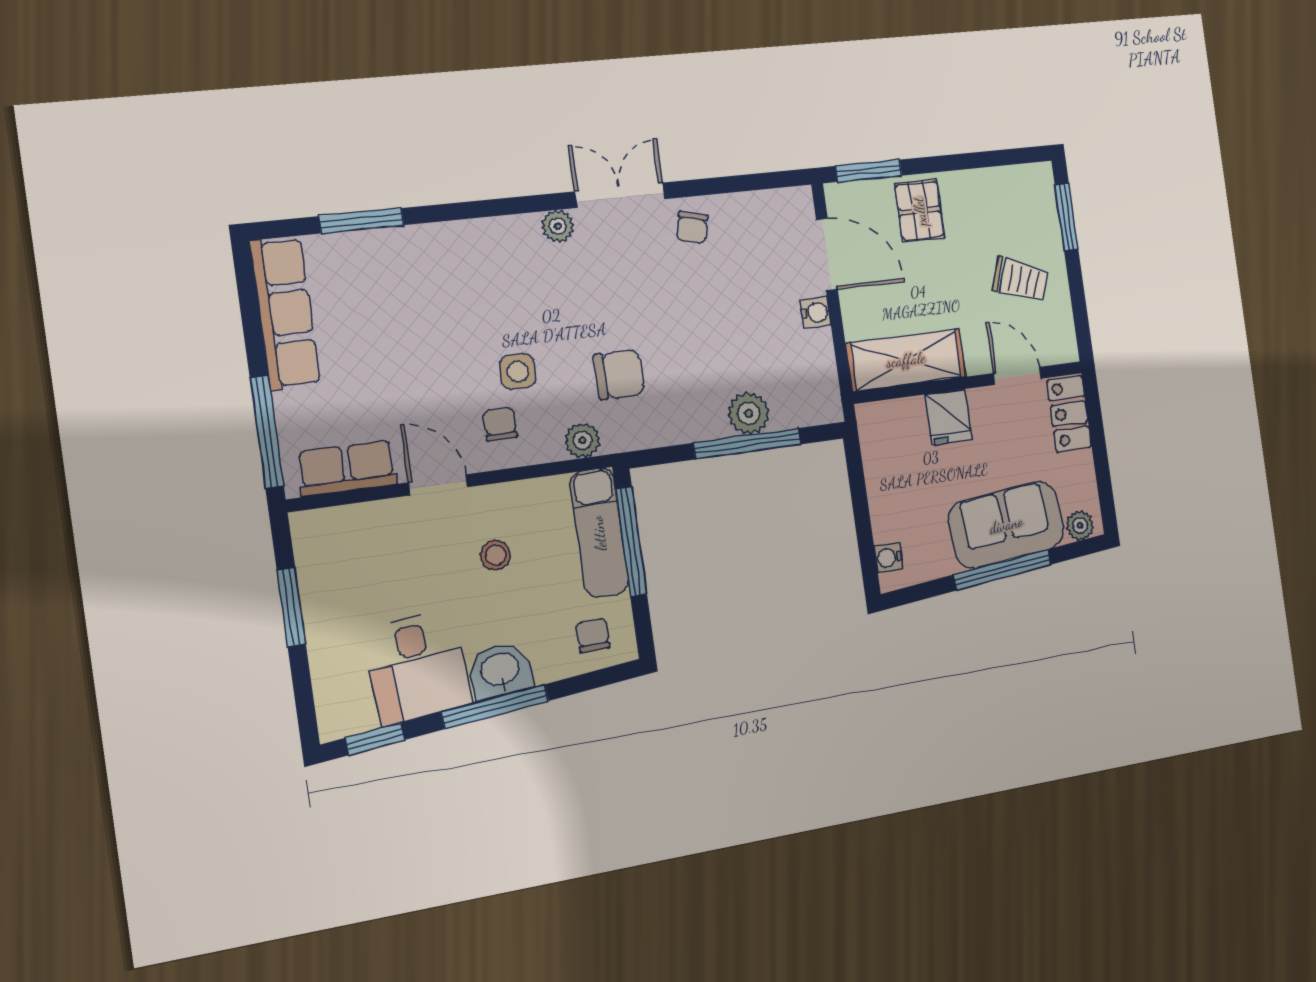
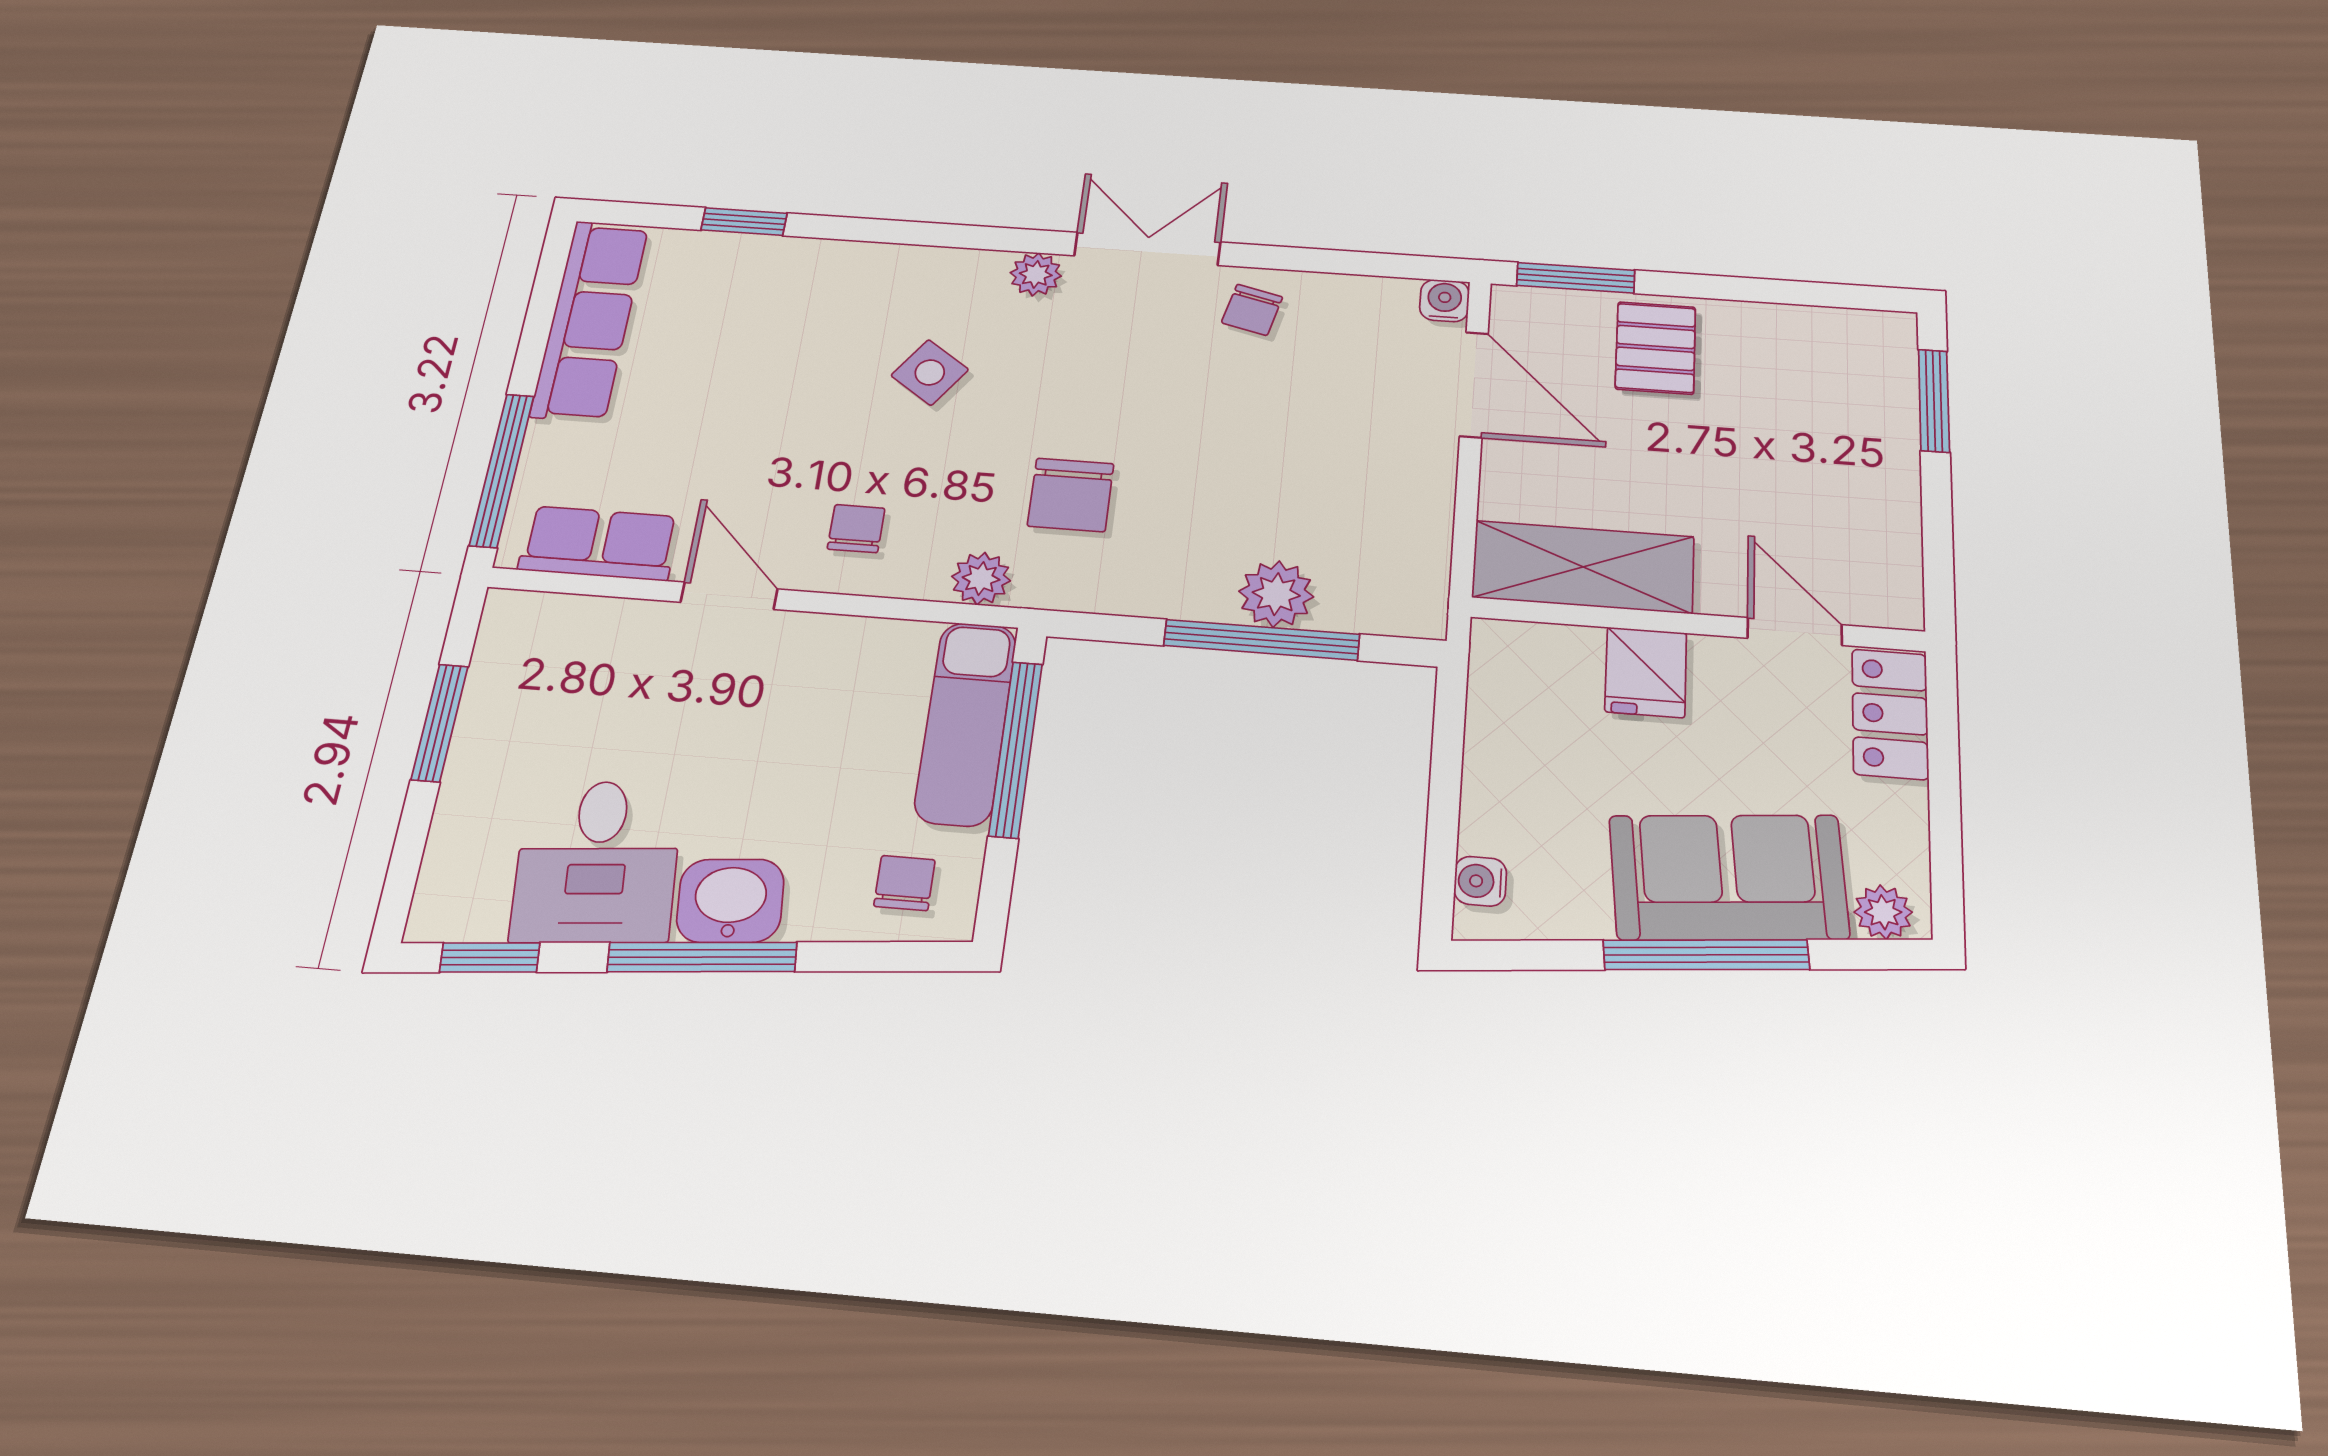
window: (362, 221) -> (744, 222), width x0.67
trolley: (1020, 280) -> (1827, 481), removed
water cooler: (815, 313) -> (1444, 301), moved, turned -90
side table: (518, 371) -> (930, 372), moved, turned 35
chair: (619, 375) -> (1071, 495), turned 90
stool: (496, 555) -> (784, 719), removed

